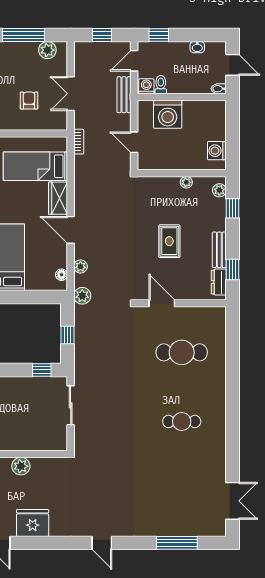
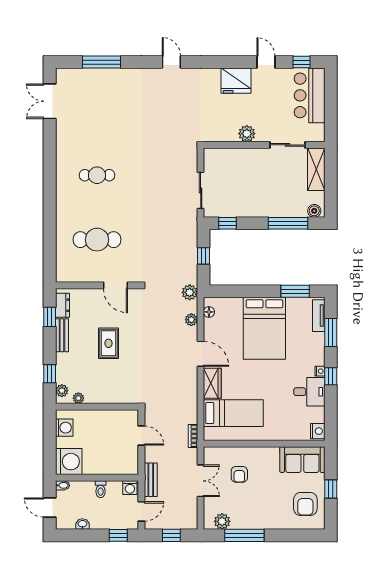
toilet: (161, 85) -> (101, 489), moved
washing machine: (168, 114) -> (69, 462), moved, turned 90
plant: (186, 182) -> (78, 398), moved

